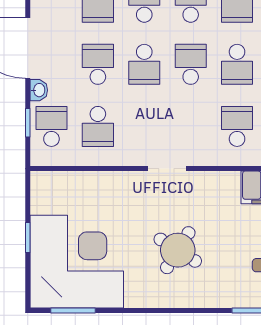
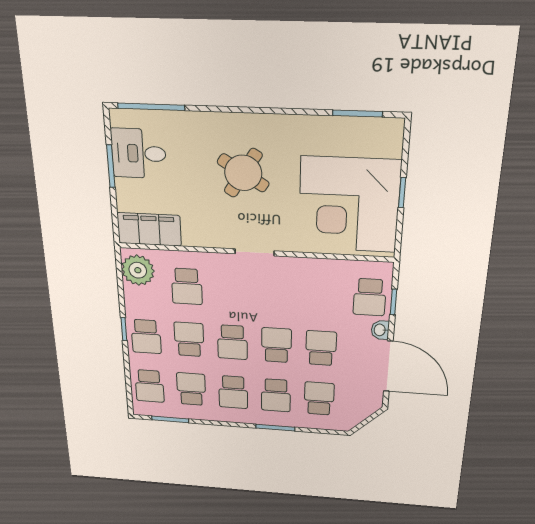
school desk: (98, 64) -> (321, 348), turned 180
school desk: (98, 126) -> (323, 294), removed
corner desk: (77, 262) -> (349, 205), moved

